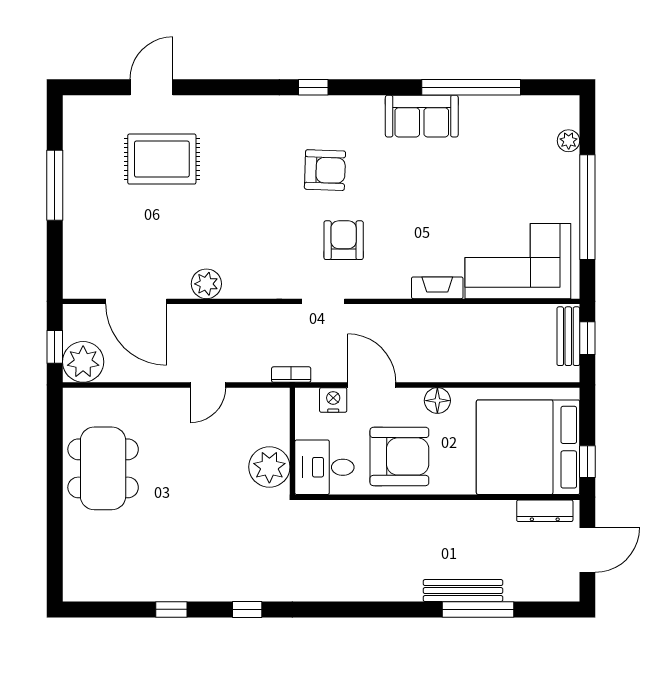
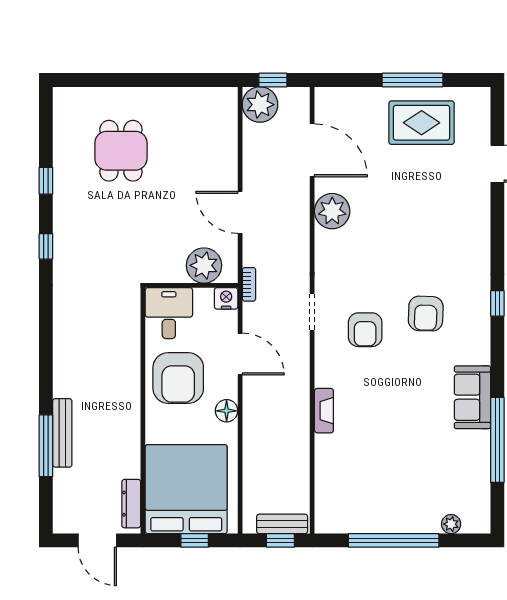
rug: (162, 159) -> (422, 123), moved, turned 90
armchair: (344, 240) -> (365, 330), turned 90
corner sofa: (518, 261) -> (347, 480), removed
plant: (206, 284) -> (332, 211), width x1.36, depth x1.36
door: (136, 301) -> (312, 150), swing flipped
door: (208, 385) -> (240, 212), width x1.38
door: (372, 385) -> (240, 354), hinge flipped
nightstand: (333, 400) -> (226, 298), moved, turned -90
window: (587, 462) -> (195, 540), moved
plant: (269, 467) -> (204, 265), moved
dining table: (103, 468) -> (121, 151), moved, width x0.73

